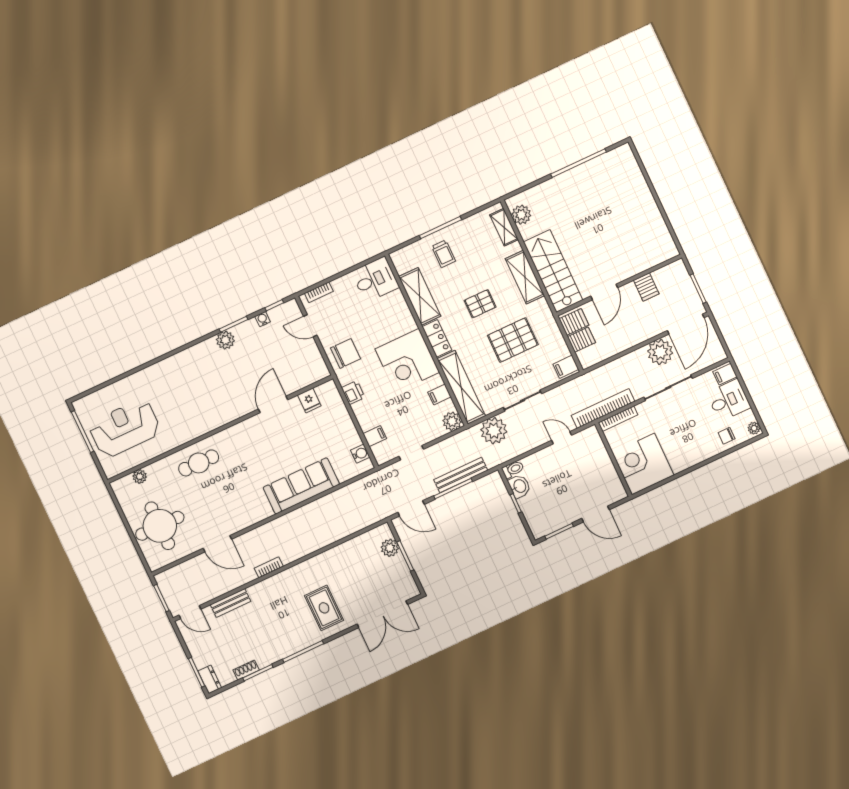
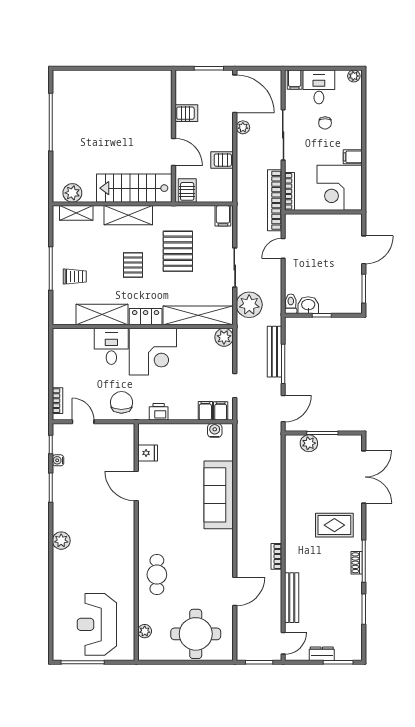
desk: (375, 279) -> (111, 346), moved
door: (310, 326) -> (83, 422), swing flipped
plant: (225, 340) -> (61, 541), moved
server rack: (581, 340) -> (222, 160), moved, turned -90
plant: (660, 352) -> (243, 127), width x0.53, depth x0.53
filing cabinet: (439, 395) -> (221, 411), moved, turned 180
chair: (727, 436) -> (325, 123), moved
filing cabinet: (678, 463) -> (353, 157), added
bench: (230, 603) -> (292, 598), width x1.36
shoe rack: (246, 670) -> (357, 563), moved
dresser: (210, 679) -> (322, 654), moved

